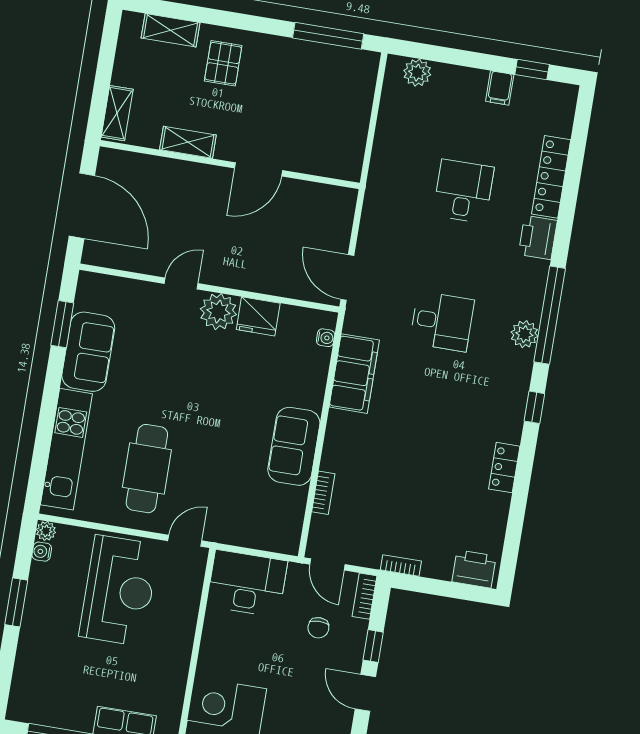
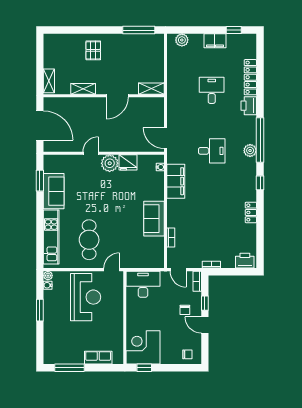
shelving: (171, 30) -> (151, 89), moved
filing cabinet: (500, 88) -> (215, 41), width x2.00
chair: (318, 628) -> (185, 310), moved

